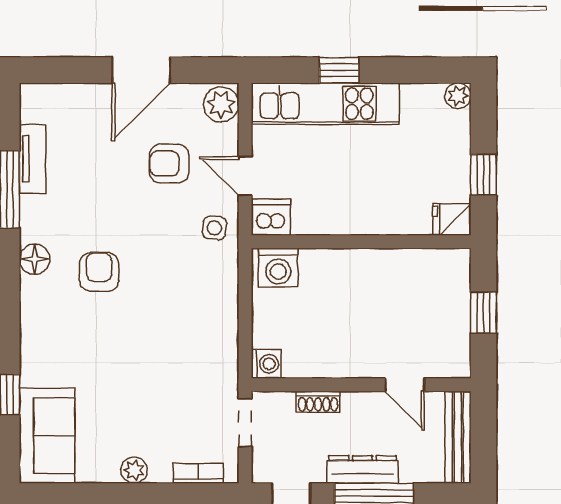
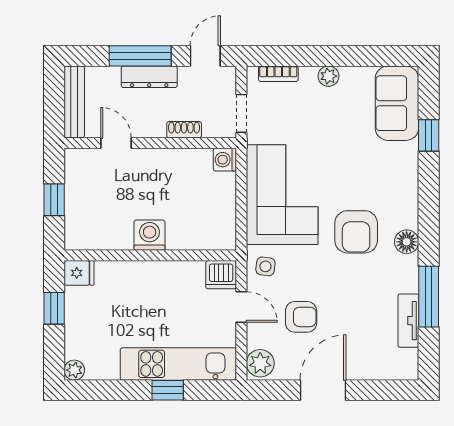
washing machine: (278, 268) -> (150, 235), moved
armchair: (99, 272) -> (356, 232), width x1.38, depth x1.38
corner sofa: (193, 319) -> (282, 195), added

